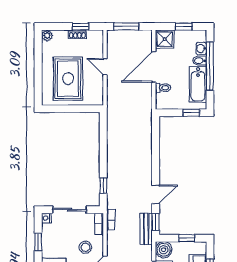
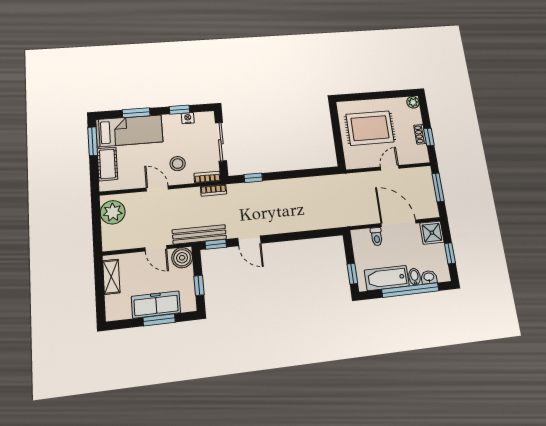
nightstand: (46, 218) -> (188, 118), moved
bench: (146, 229) -> (199, 234), width x1.36

